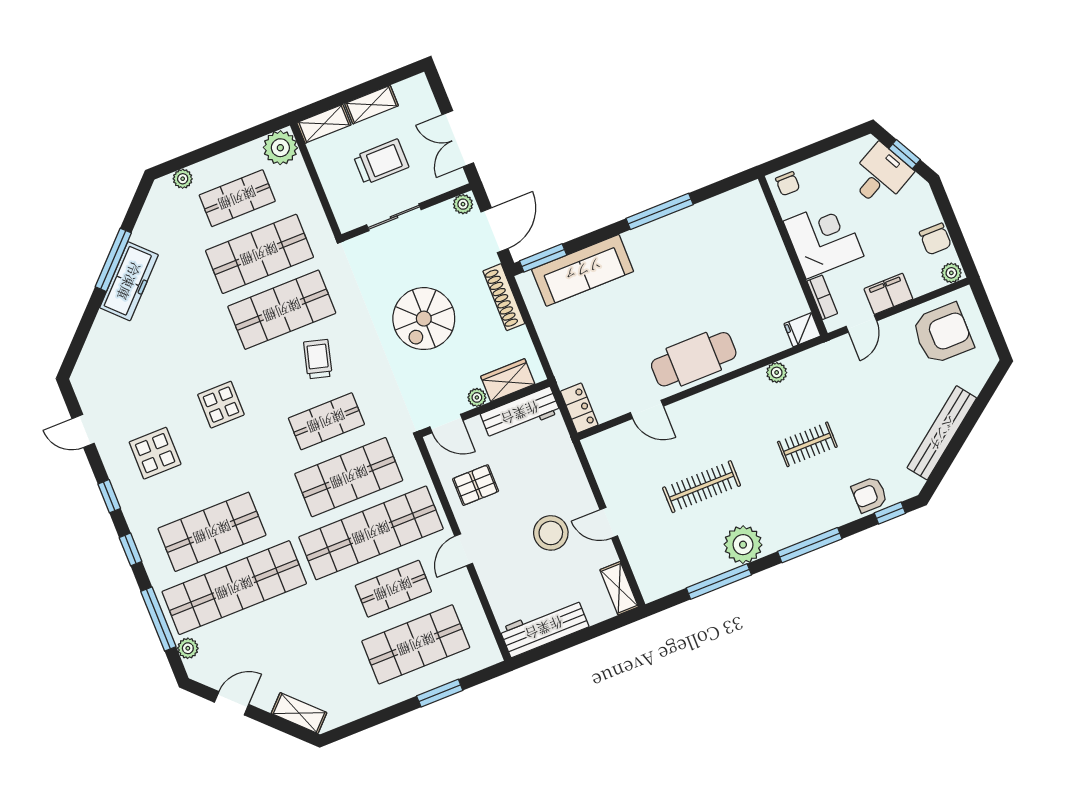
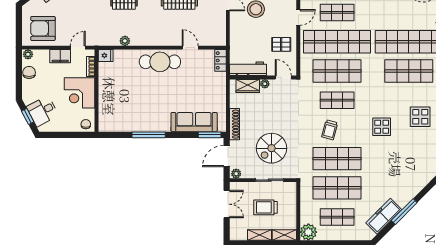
plant: (183, 179) -> (358, 236), removed
freezer: (129, 281) -> (384, 216), moved
spiral stairs: (424, 319) -> (271, 148), moved, turned 180

